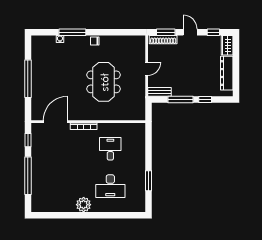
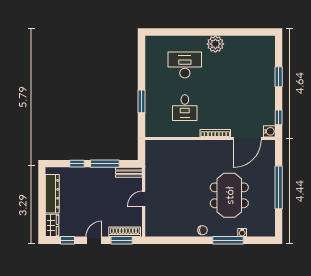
door: (190, 32) -> (94, 240), swing flipped
meeting table: (104, 82) -> (229, 195), moved
water cooler: (36, 128) -> (269, 131), added
window: (28, 176) -> (279, 77), width x0.47
window: (148, 181) -> (141, 101), moved

